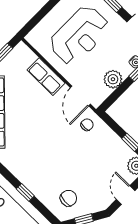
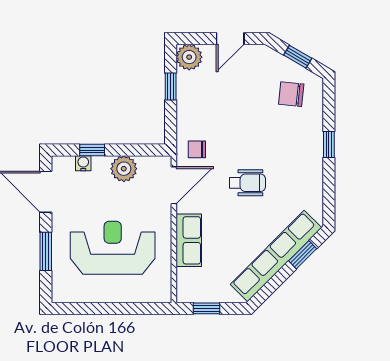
wheelchair: (46, 134) -> (247, 183), added

